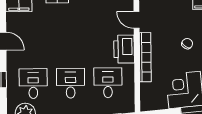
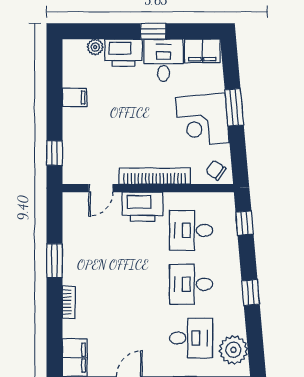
chair: (187, 44) -> (216, 170), moved
desk: (33, 84) -> (191, 338), turned 180

